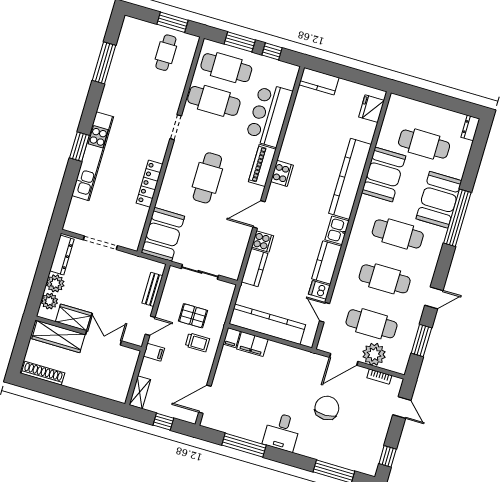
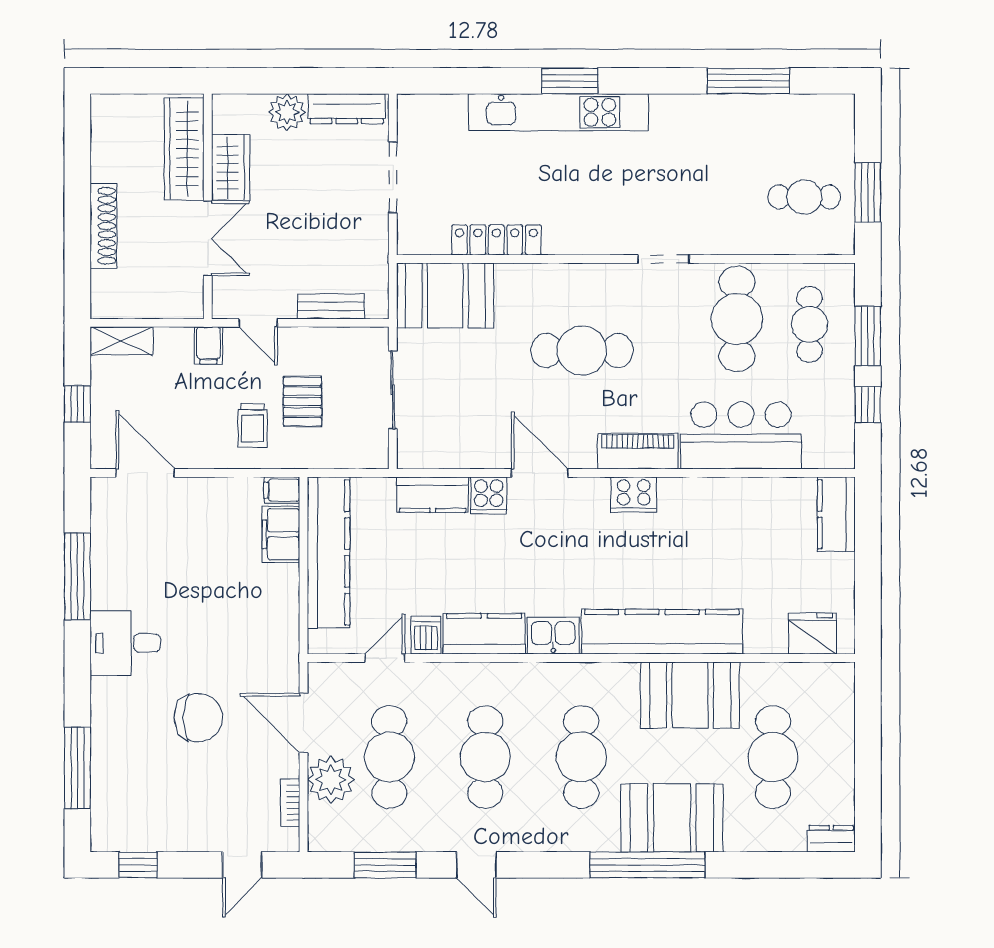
cafe table: (226, 68) -> (810, 324), width x0.73, depth x0.74
locker: (150, 184) -> (496, 240), moved
plant: (49, 301) -> (249, 111), removed
shoe rack: (43, 373) -> (103, 226), moved

